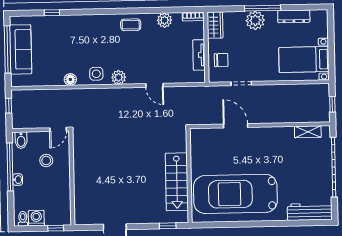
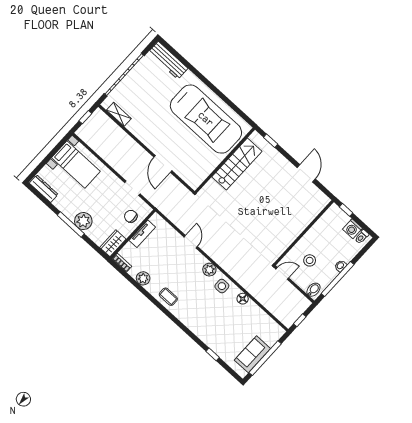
dresser: (294, 16) -> (44, 189), moved
sofa: (21, 49) -> (252, 354), width x0.73

